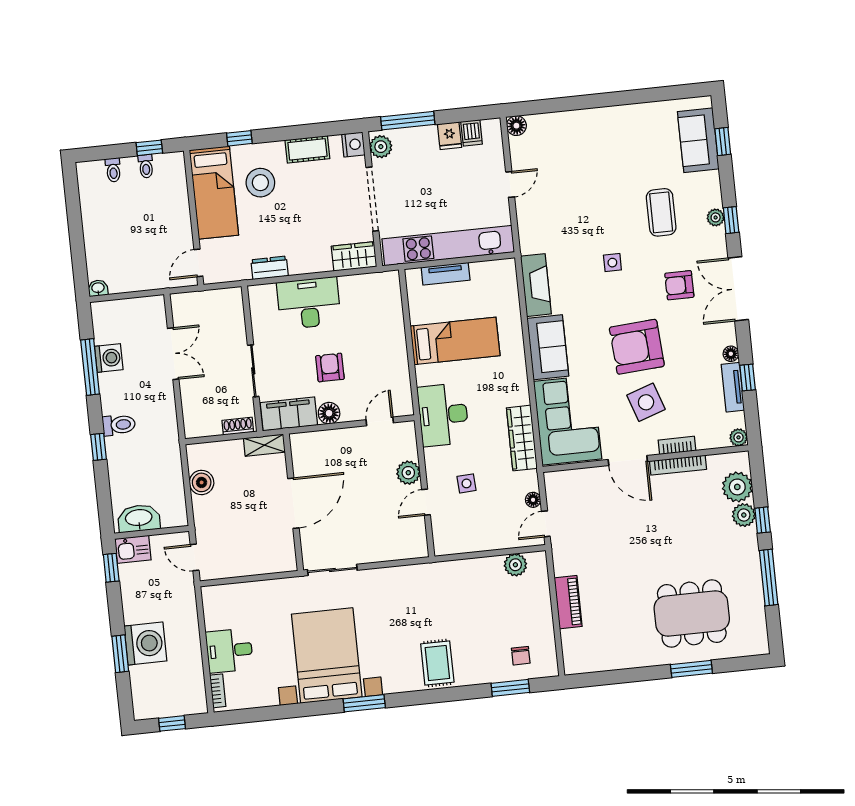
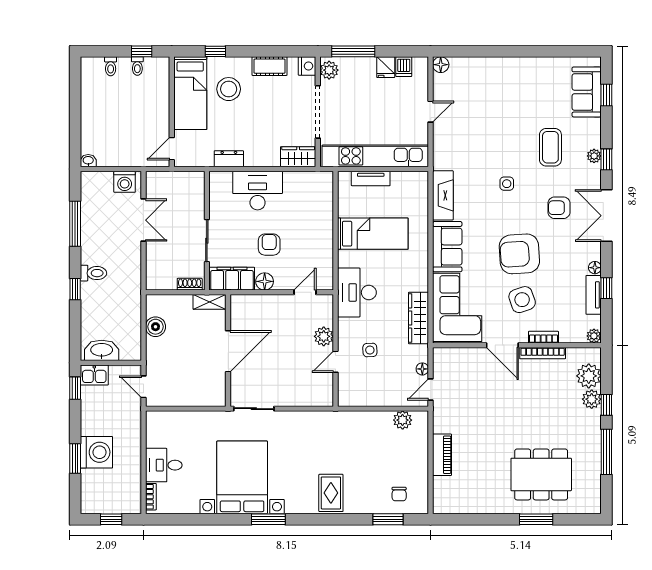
washing machine: (109, 358) -> (125, 182), moved, turned 90

